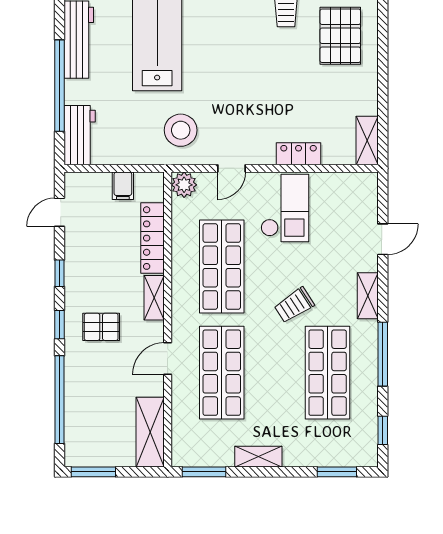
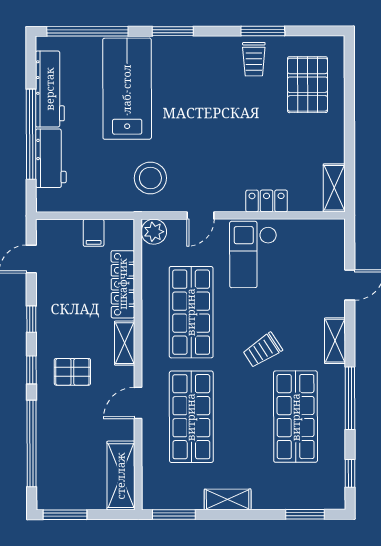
workbench: (80, 135) -> (51, 158), moved
checkout: (285, 208) -> (253, 254), turned 180

